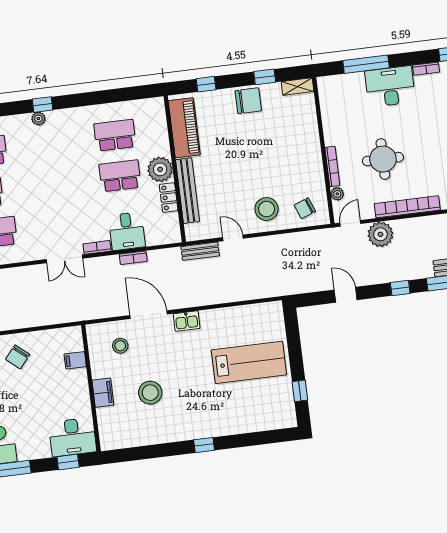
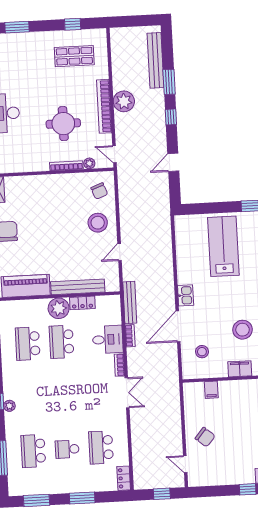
plant: (380, 234) -> (124, 101), moved
bench: (200, 251) -> (130, 303), moved, width x1.36

